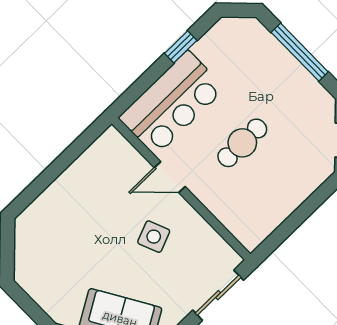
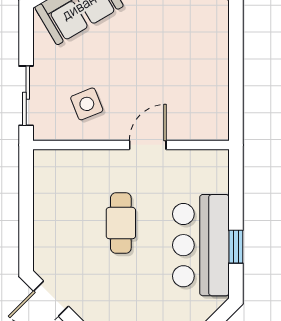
bar counter: (172, 103) -> (201, 245), moved
side table: (154, 237) -> (87, 104), moved

